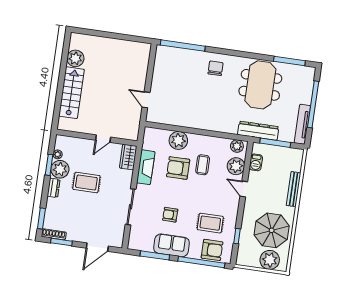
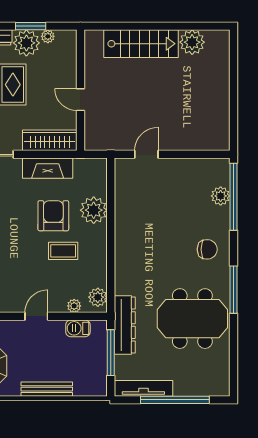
plant: (181, 54) -> (221, 196), added
window: (289, 61) -> (234, 290), moved
wardrobe: (128, 157) -> (50, 140), width x1.50
plant: (236, 166) -> (74, 306), width x0.53, depth x0.53

